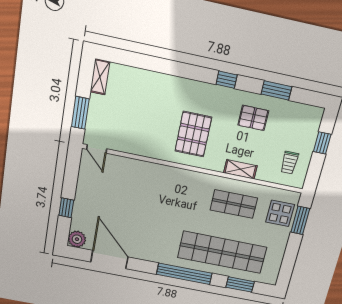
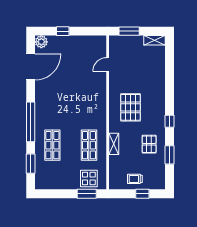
pallet: (193, 134) -> (131, 107), turned 90
door: (97, 149) -> (108, 65), moved
trolley: (289, 163) -> (135, 179), moved
shop shelf: (222, 252) -> (52, 145), width x0.50, depth x0.74

